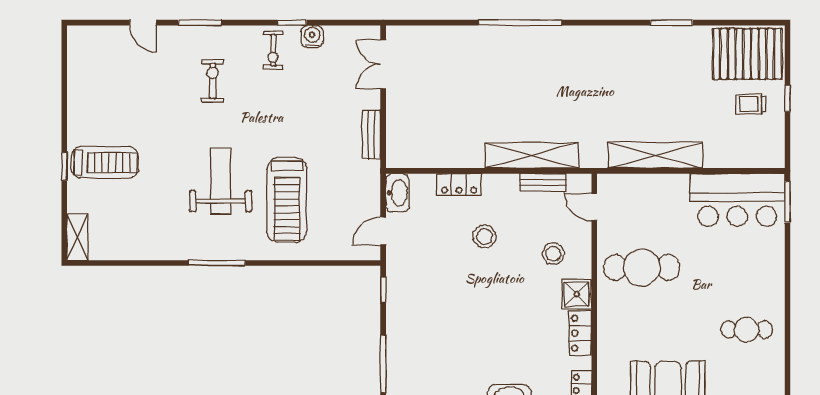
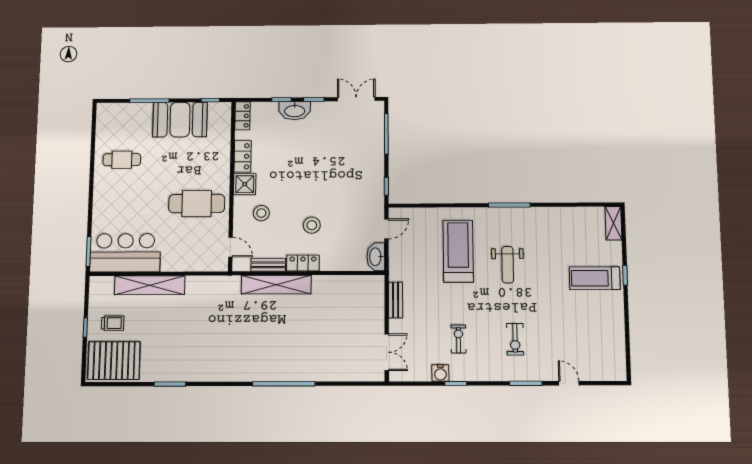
exercise bike: (273, 50) -> (458, 339), moved
shelving: (655, 155) -> (150, 285), moved
weight bench: (221, 181) -> (508, 265), width x0.73, depth x0.75
locker: (459, 185) -> (303, 263), moved

